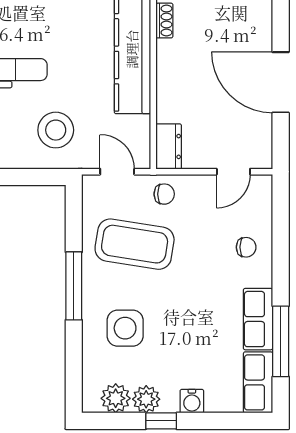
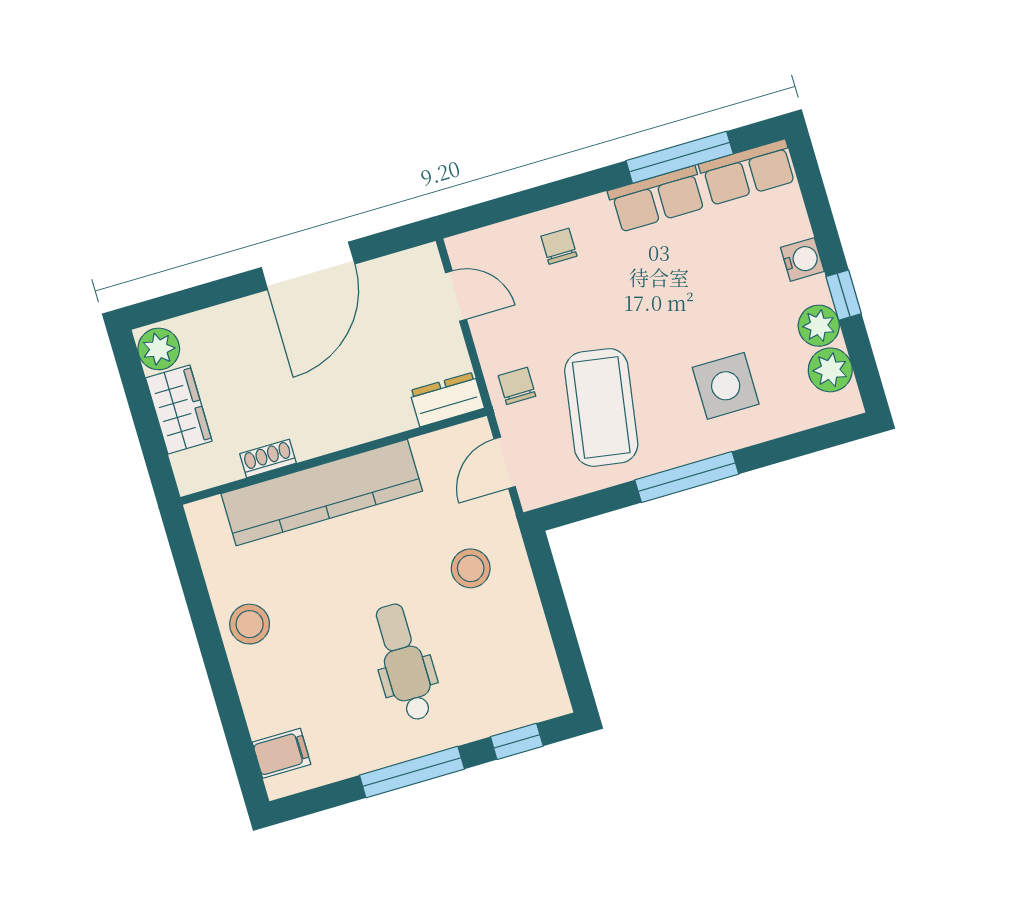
stool: (56, 130) -> (471, 568), width x0.73, depth x0.73

